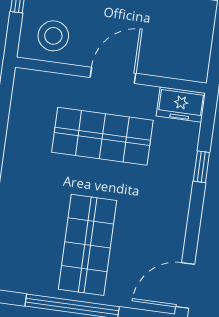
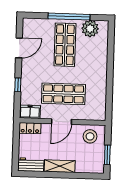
locker: (184, 68) -> (30, 128), added
plant: (28, 275) -> (90, 29), added
door: (185, 286) -> (19, 48), moved

